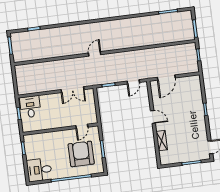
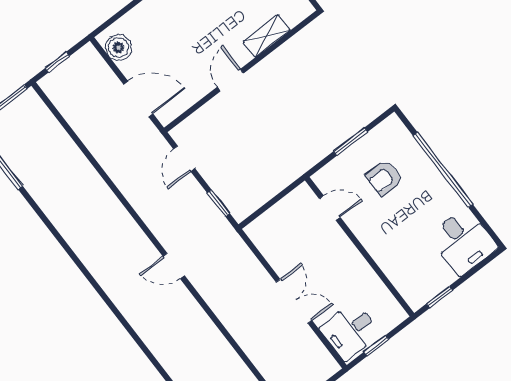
boiler: (190, 81) -> (118, 47), added
door: (133, 82) -> (184, 159), swing flipped
double door: (73, 90) -> (294, 301), moved
armchair: (81, 154) -> (384, 178), width x0.53, depth x0.53

